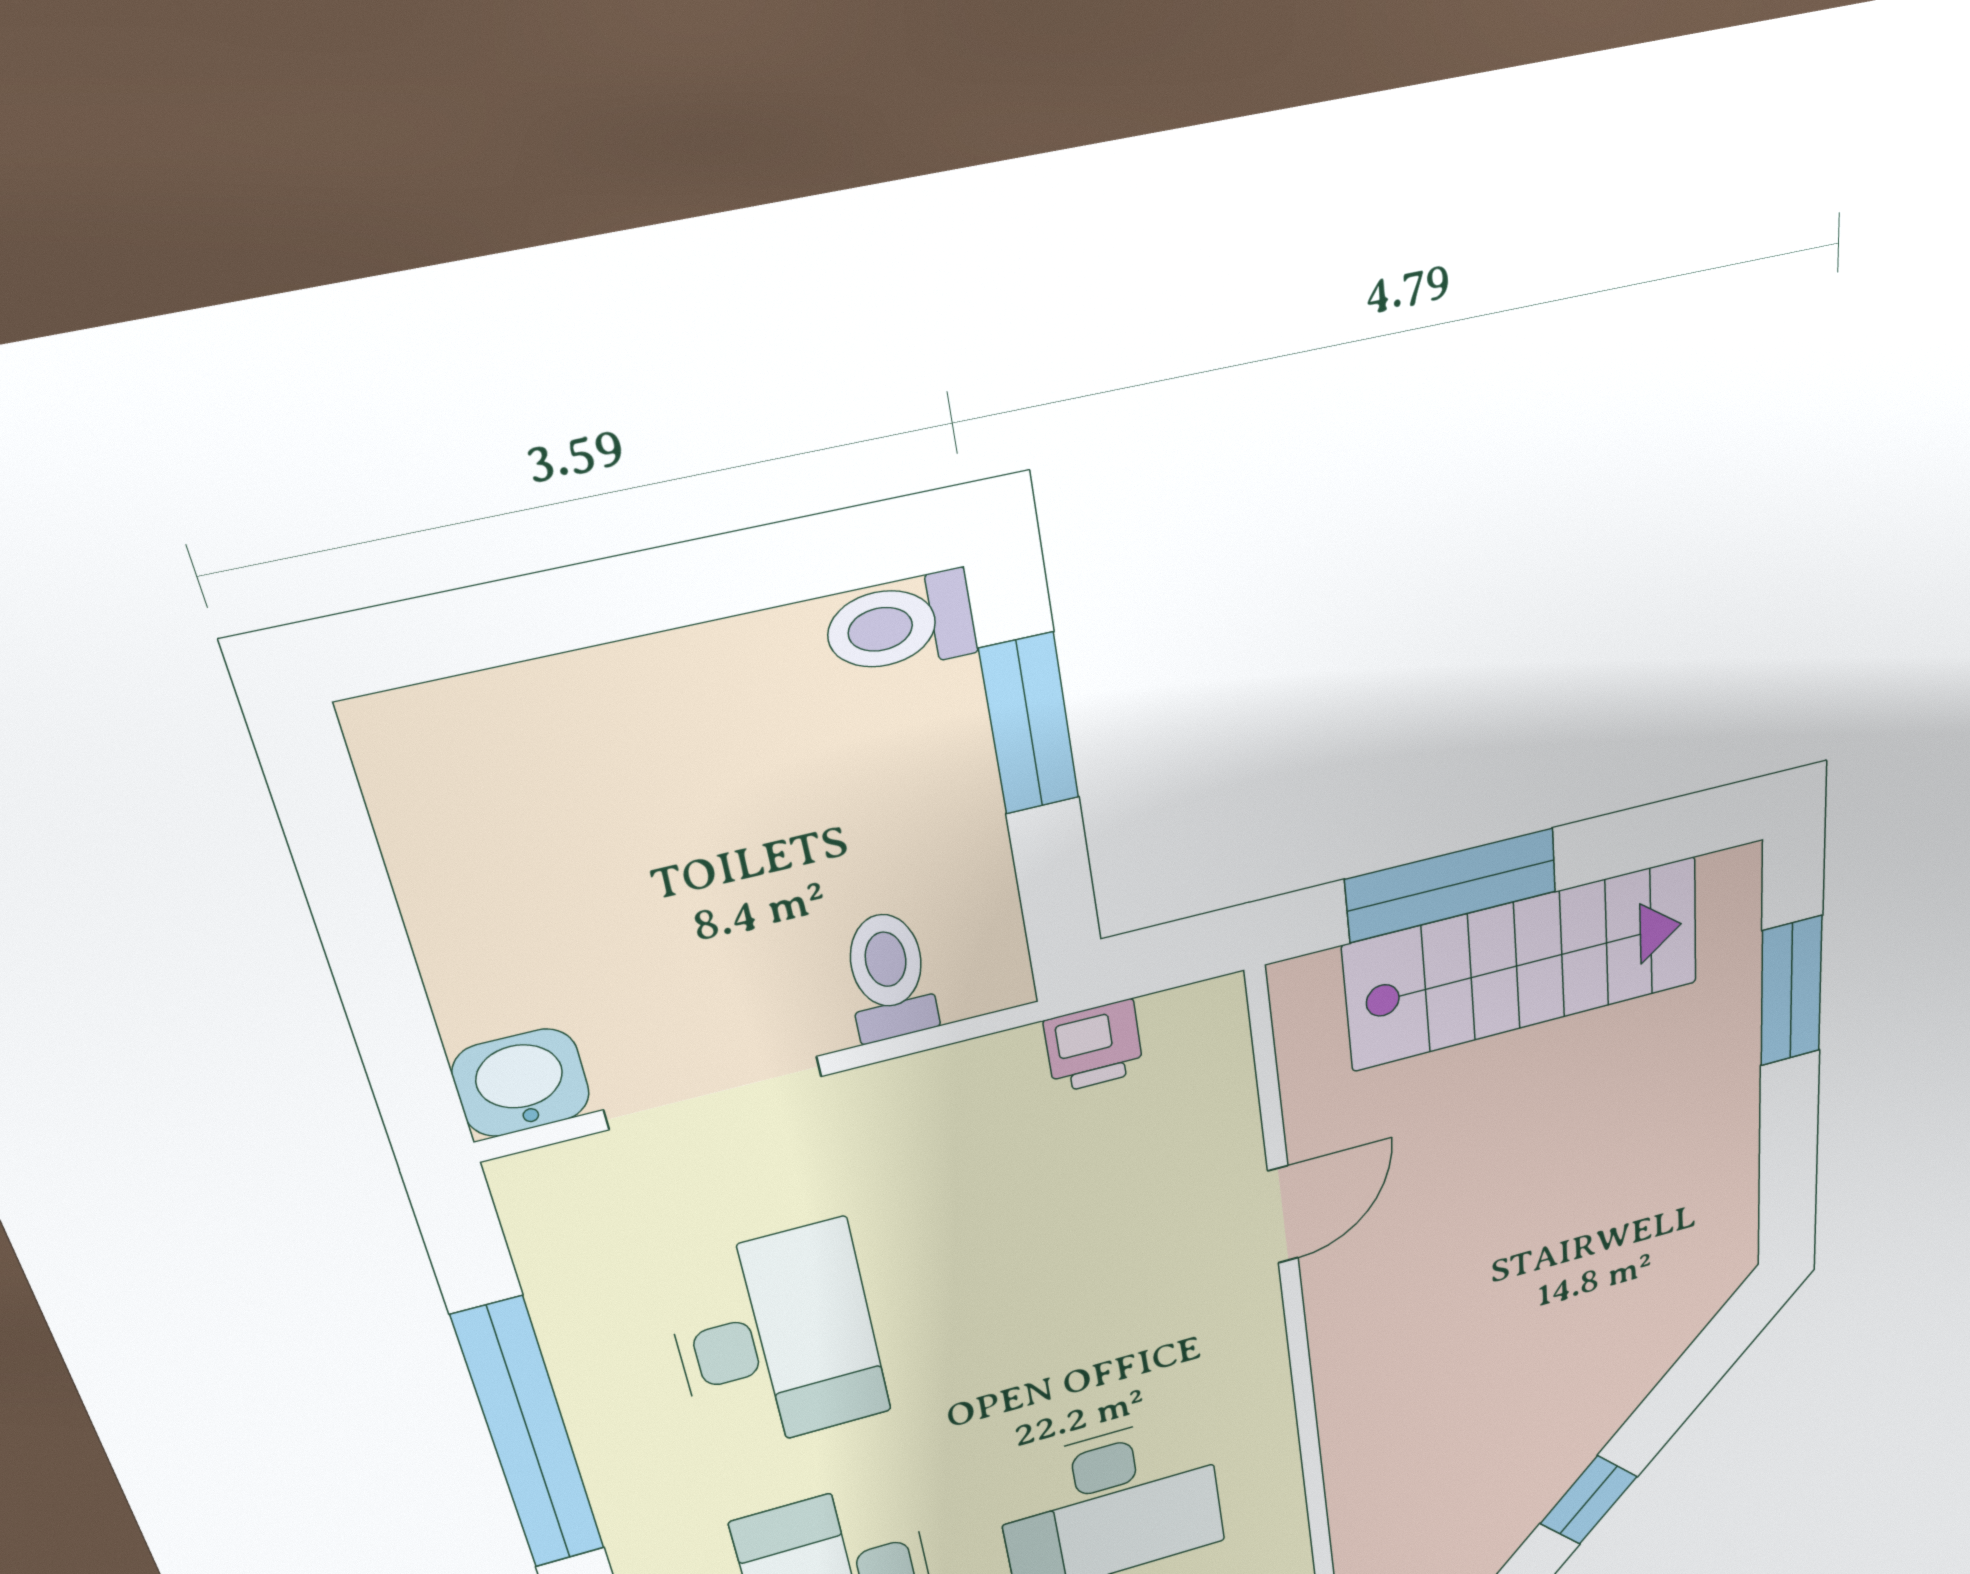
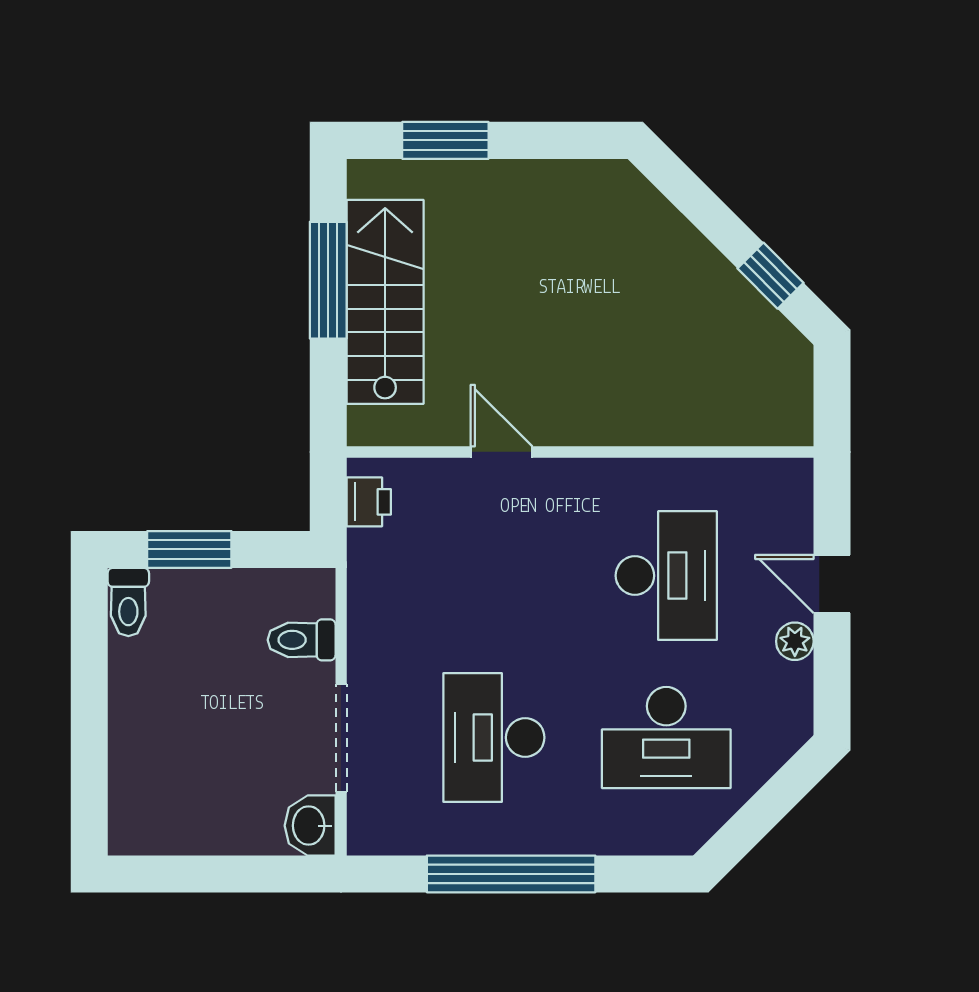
window: (1451, 885) -> (328, 280), moved
printer: (1094, 1046) -> (369, 502), moved
desk: (777, 1340) -> (494, 738), turned -90

